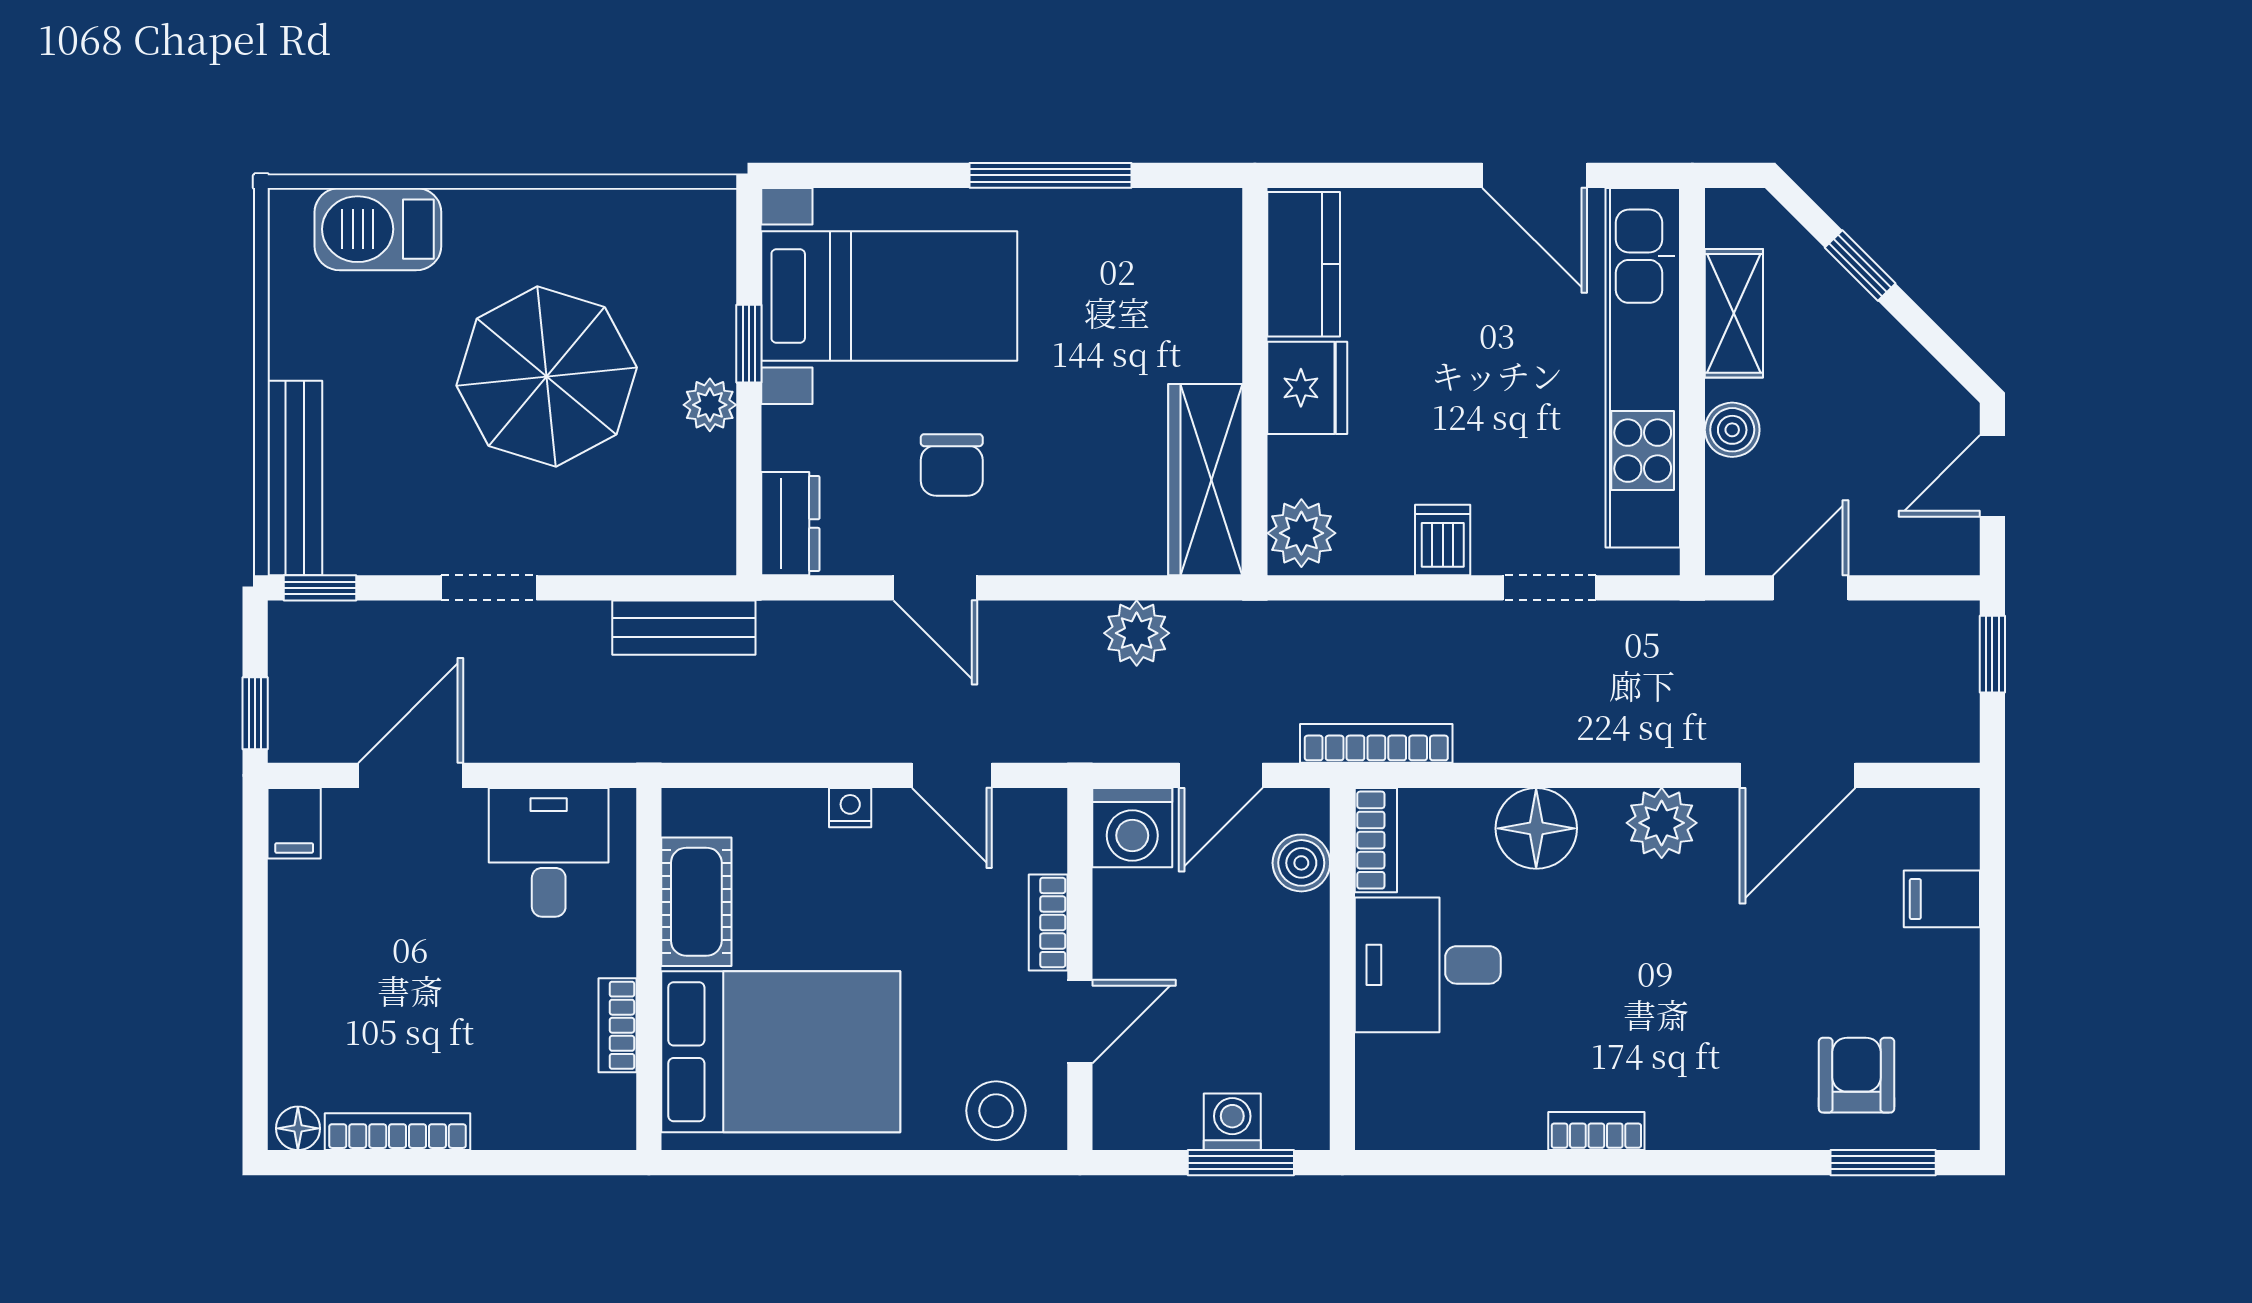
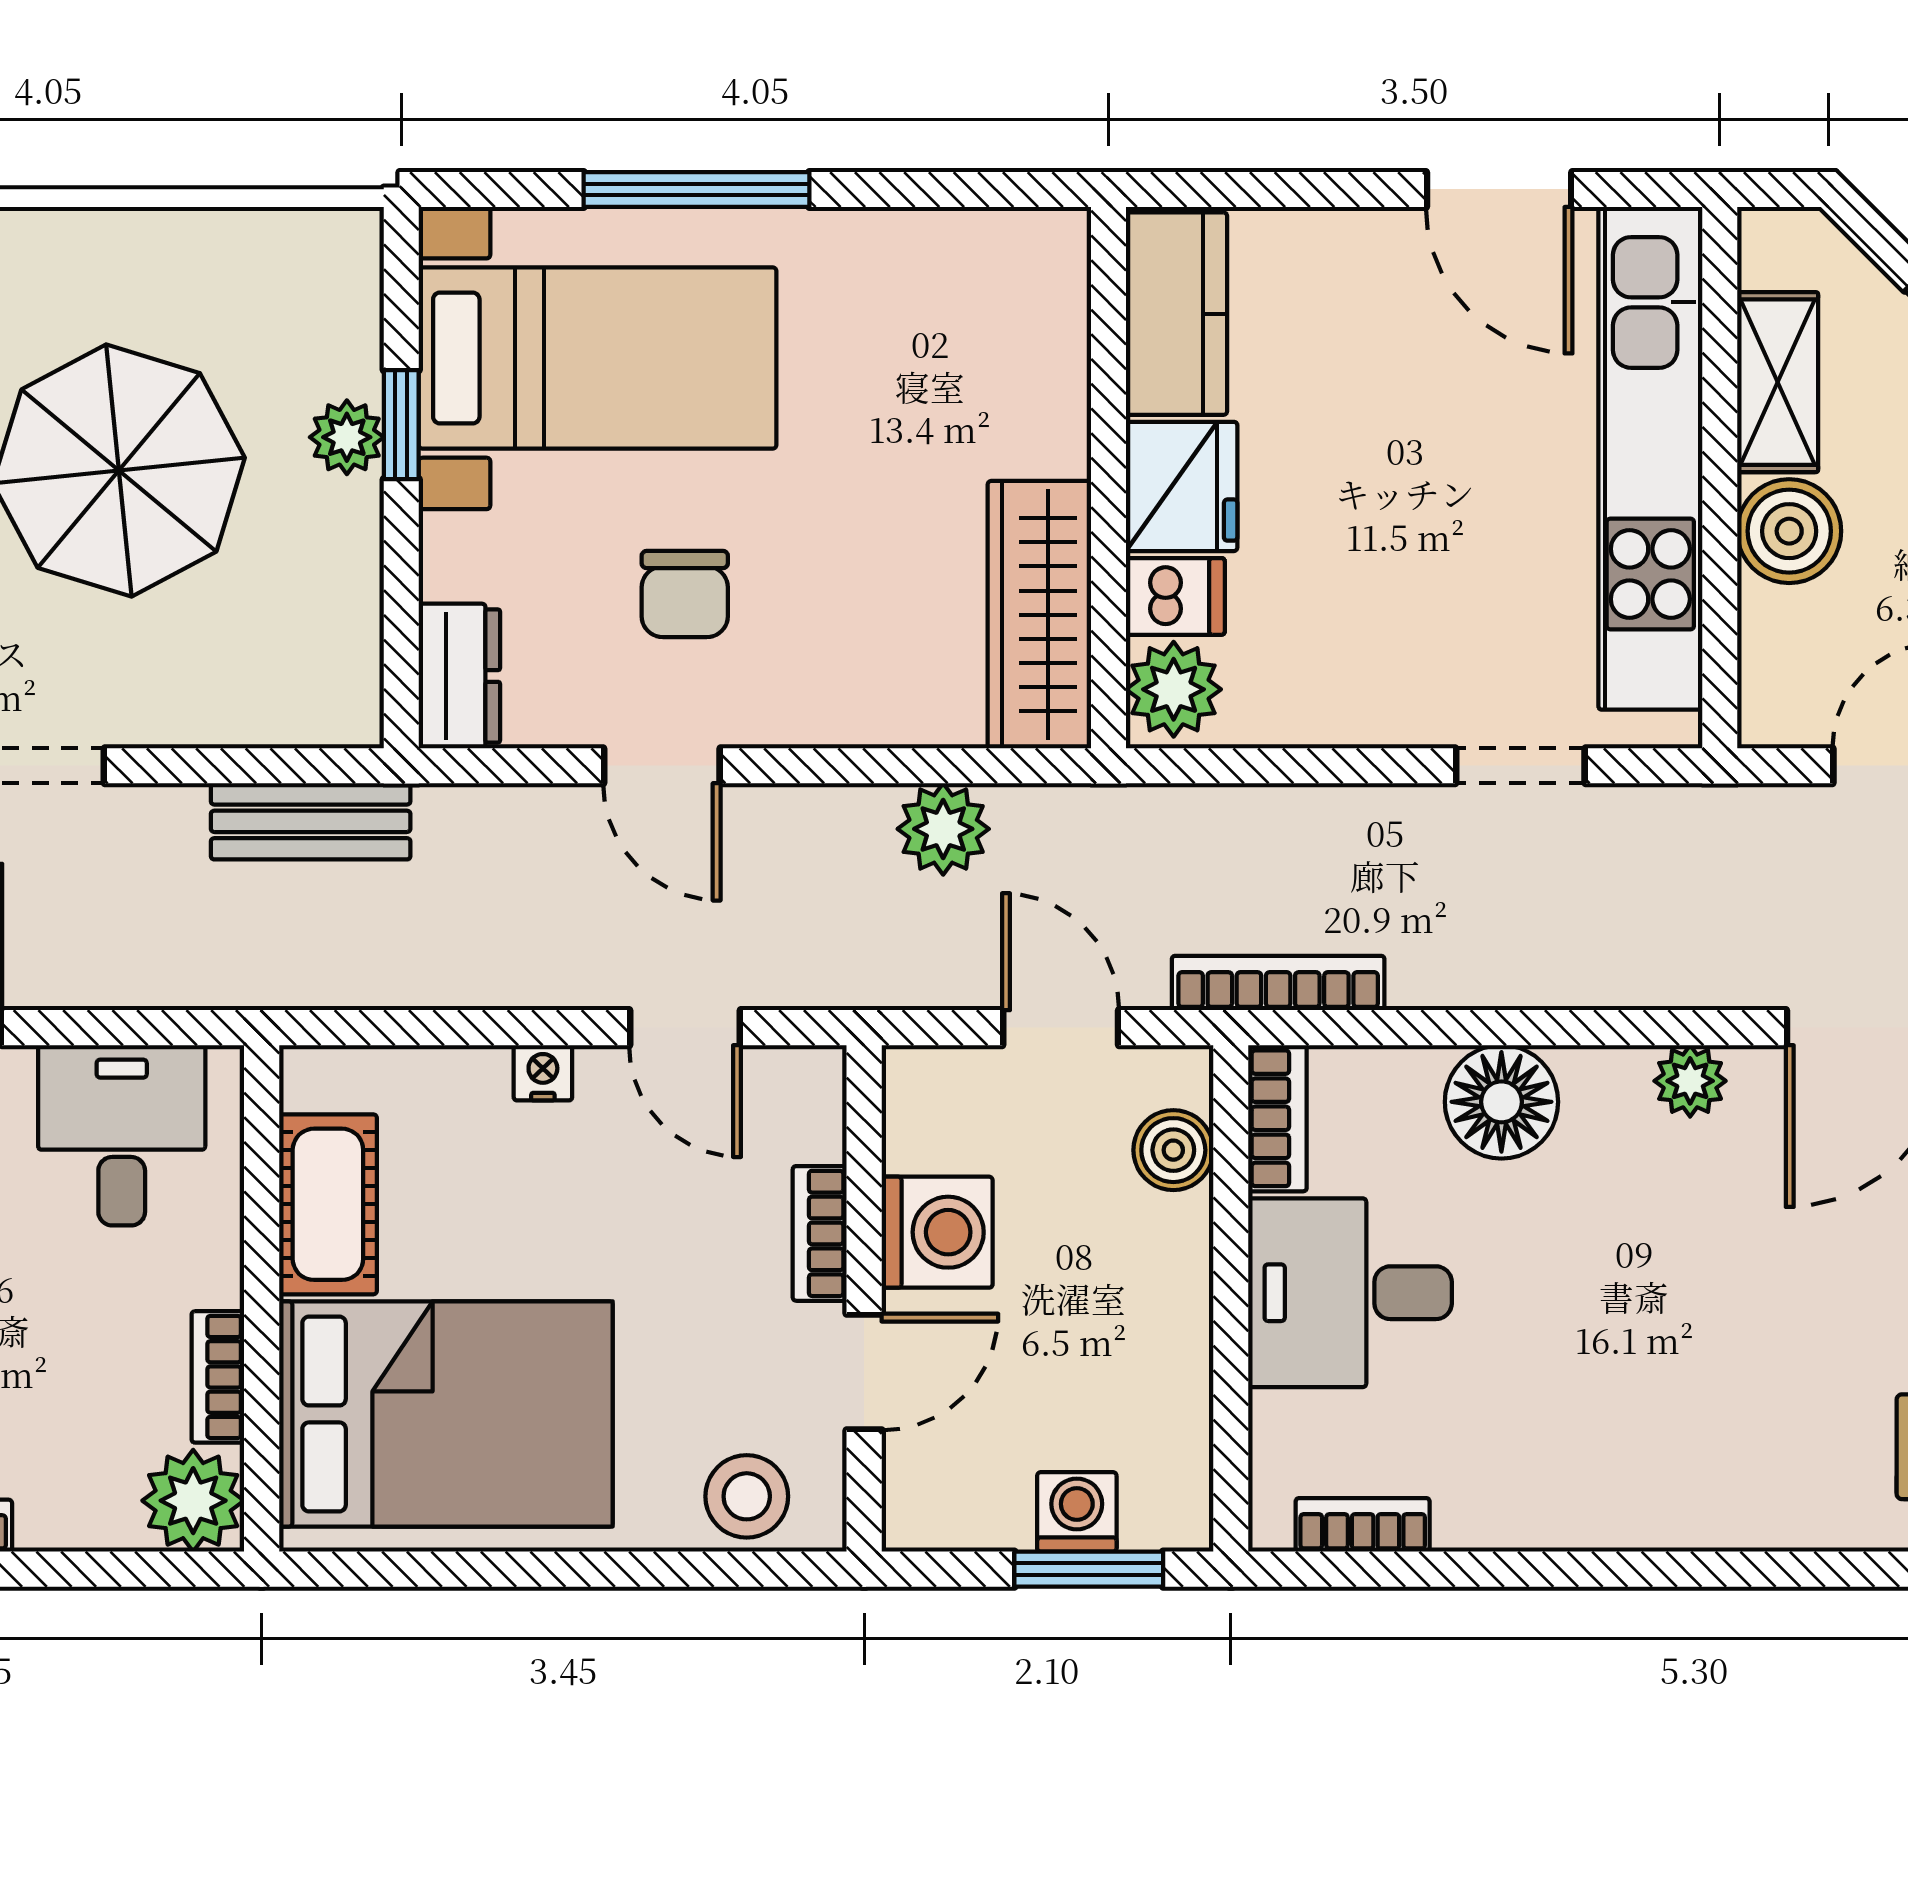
window: (1050, 175) -> (696, 189), moved
plant: (710, 405) -> (347, 437), moved
boiler: (1732, 430) -> (1789, 531), width x1.36, depth x1.36
dishwasher: (1443, 540) -> (1175, 596), moved, turned 90
door: (1221, 775) -> (1061, 1028), swing flipped
plant: (1662, 823) -> (1690, 1081), width x0.73, depth x0.73
washing machine: (1132, 828) -> (937, 1232), moved, turned -90
plant: (600, 1114) -> (193, 1501), added
bookcase: (1596, 1131) -> (1363, 1525), moved

